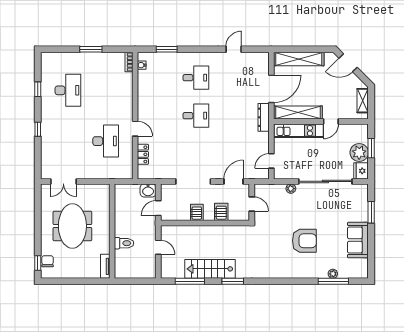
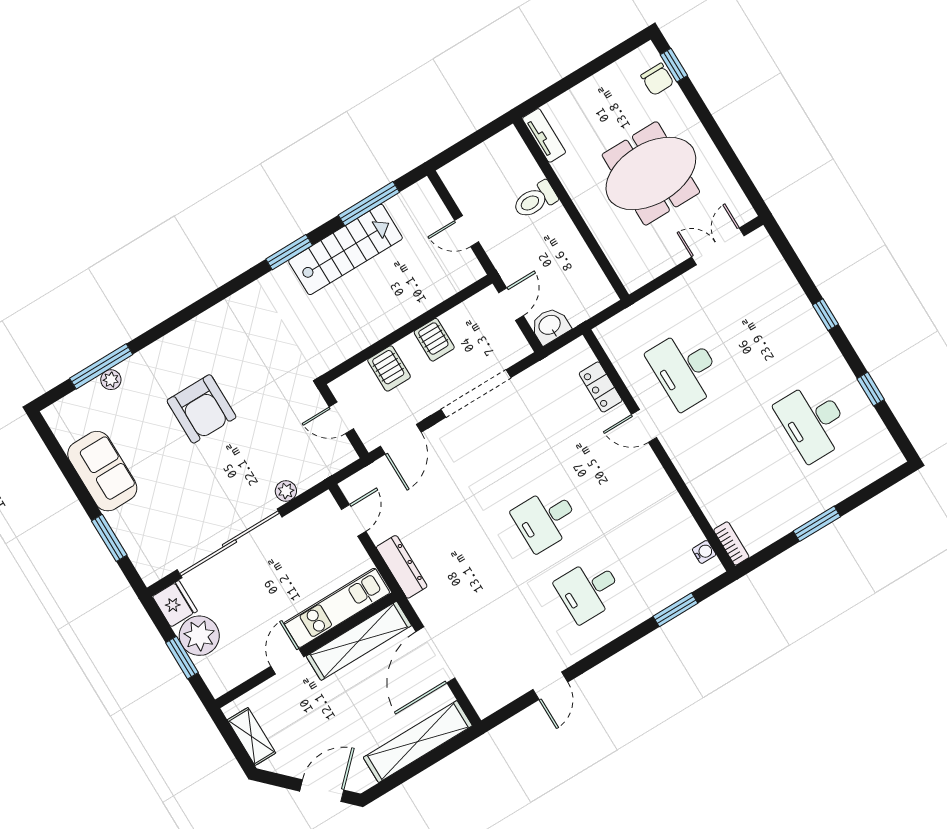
dresser: (264, 117) -> (402, 567), moved
meeting table: (72, 226) -> (651, 173), turned 90
armchair: (304, 241) -> (202, 409), turned -90

